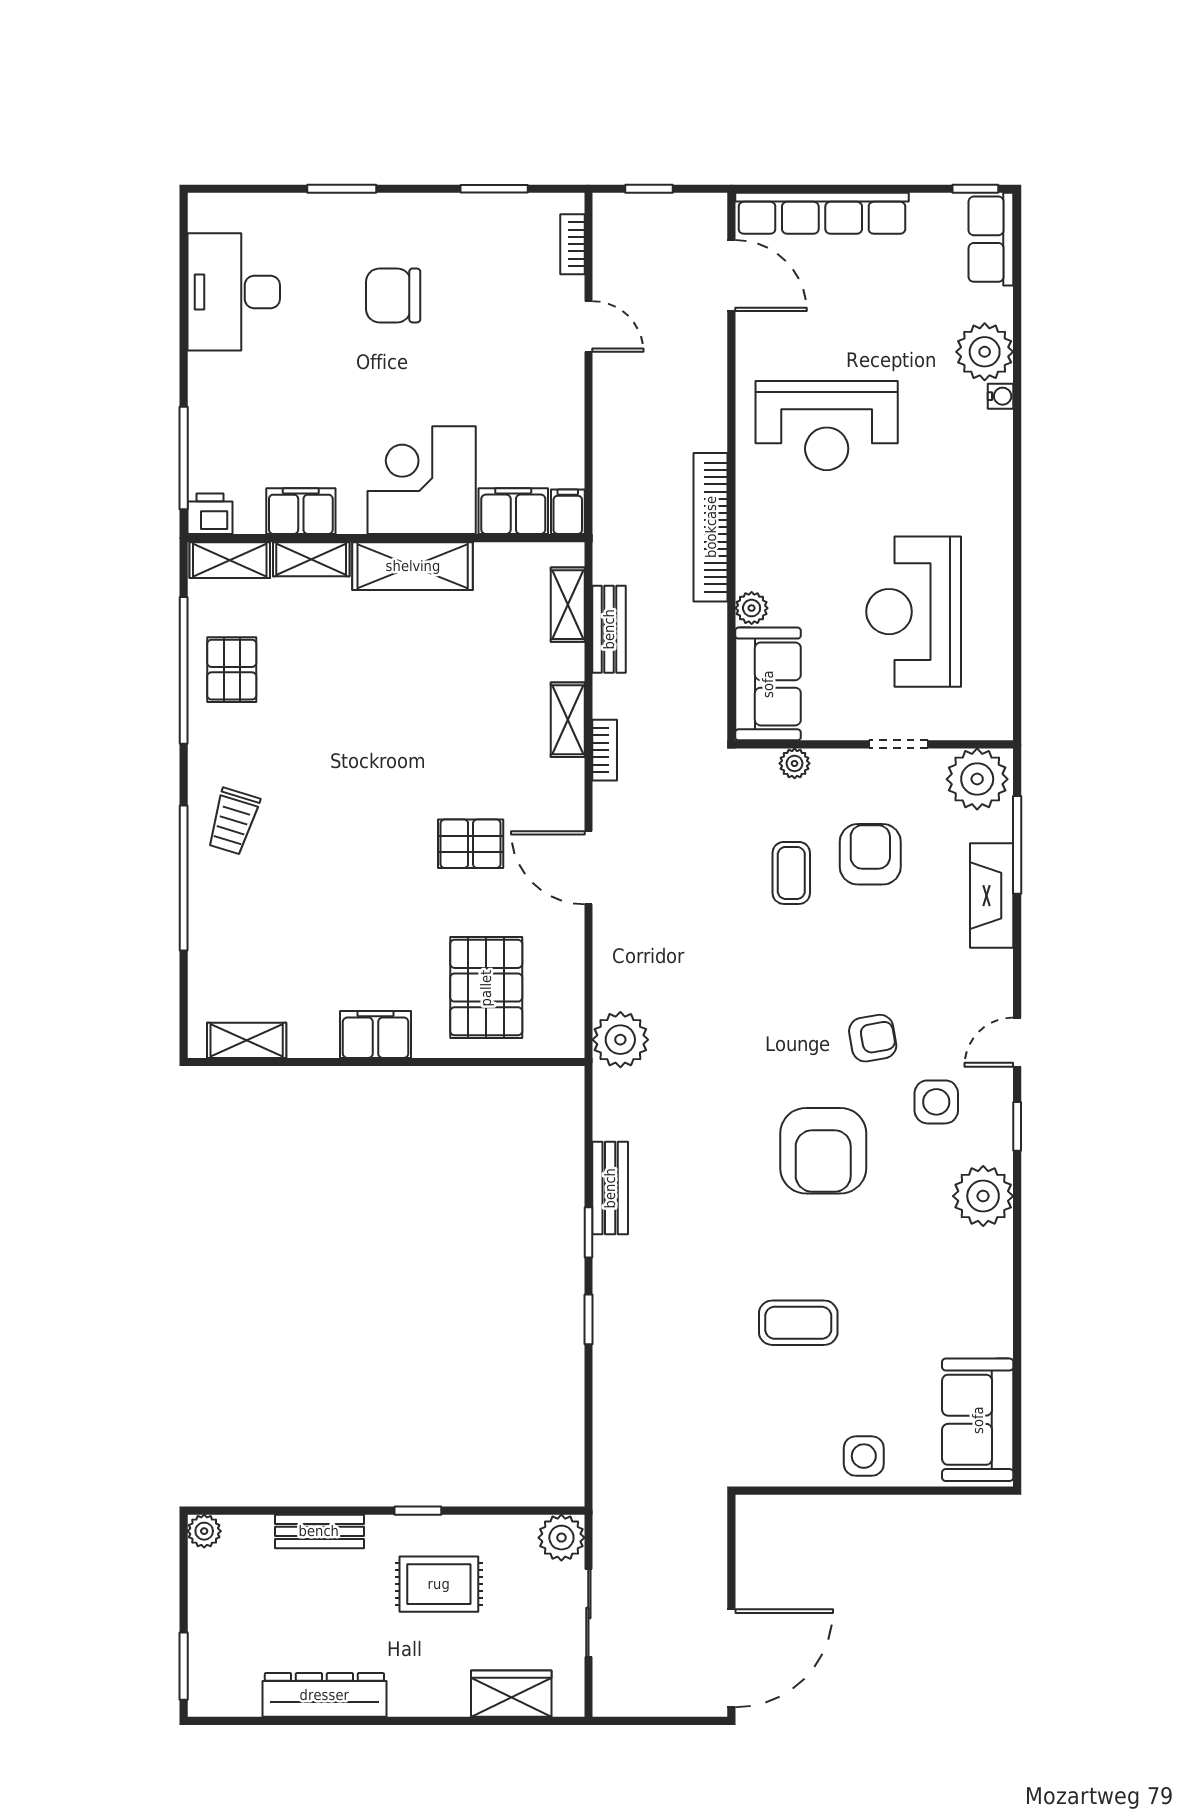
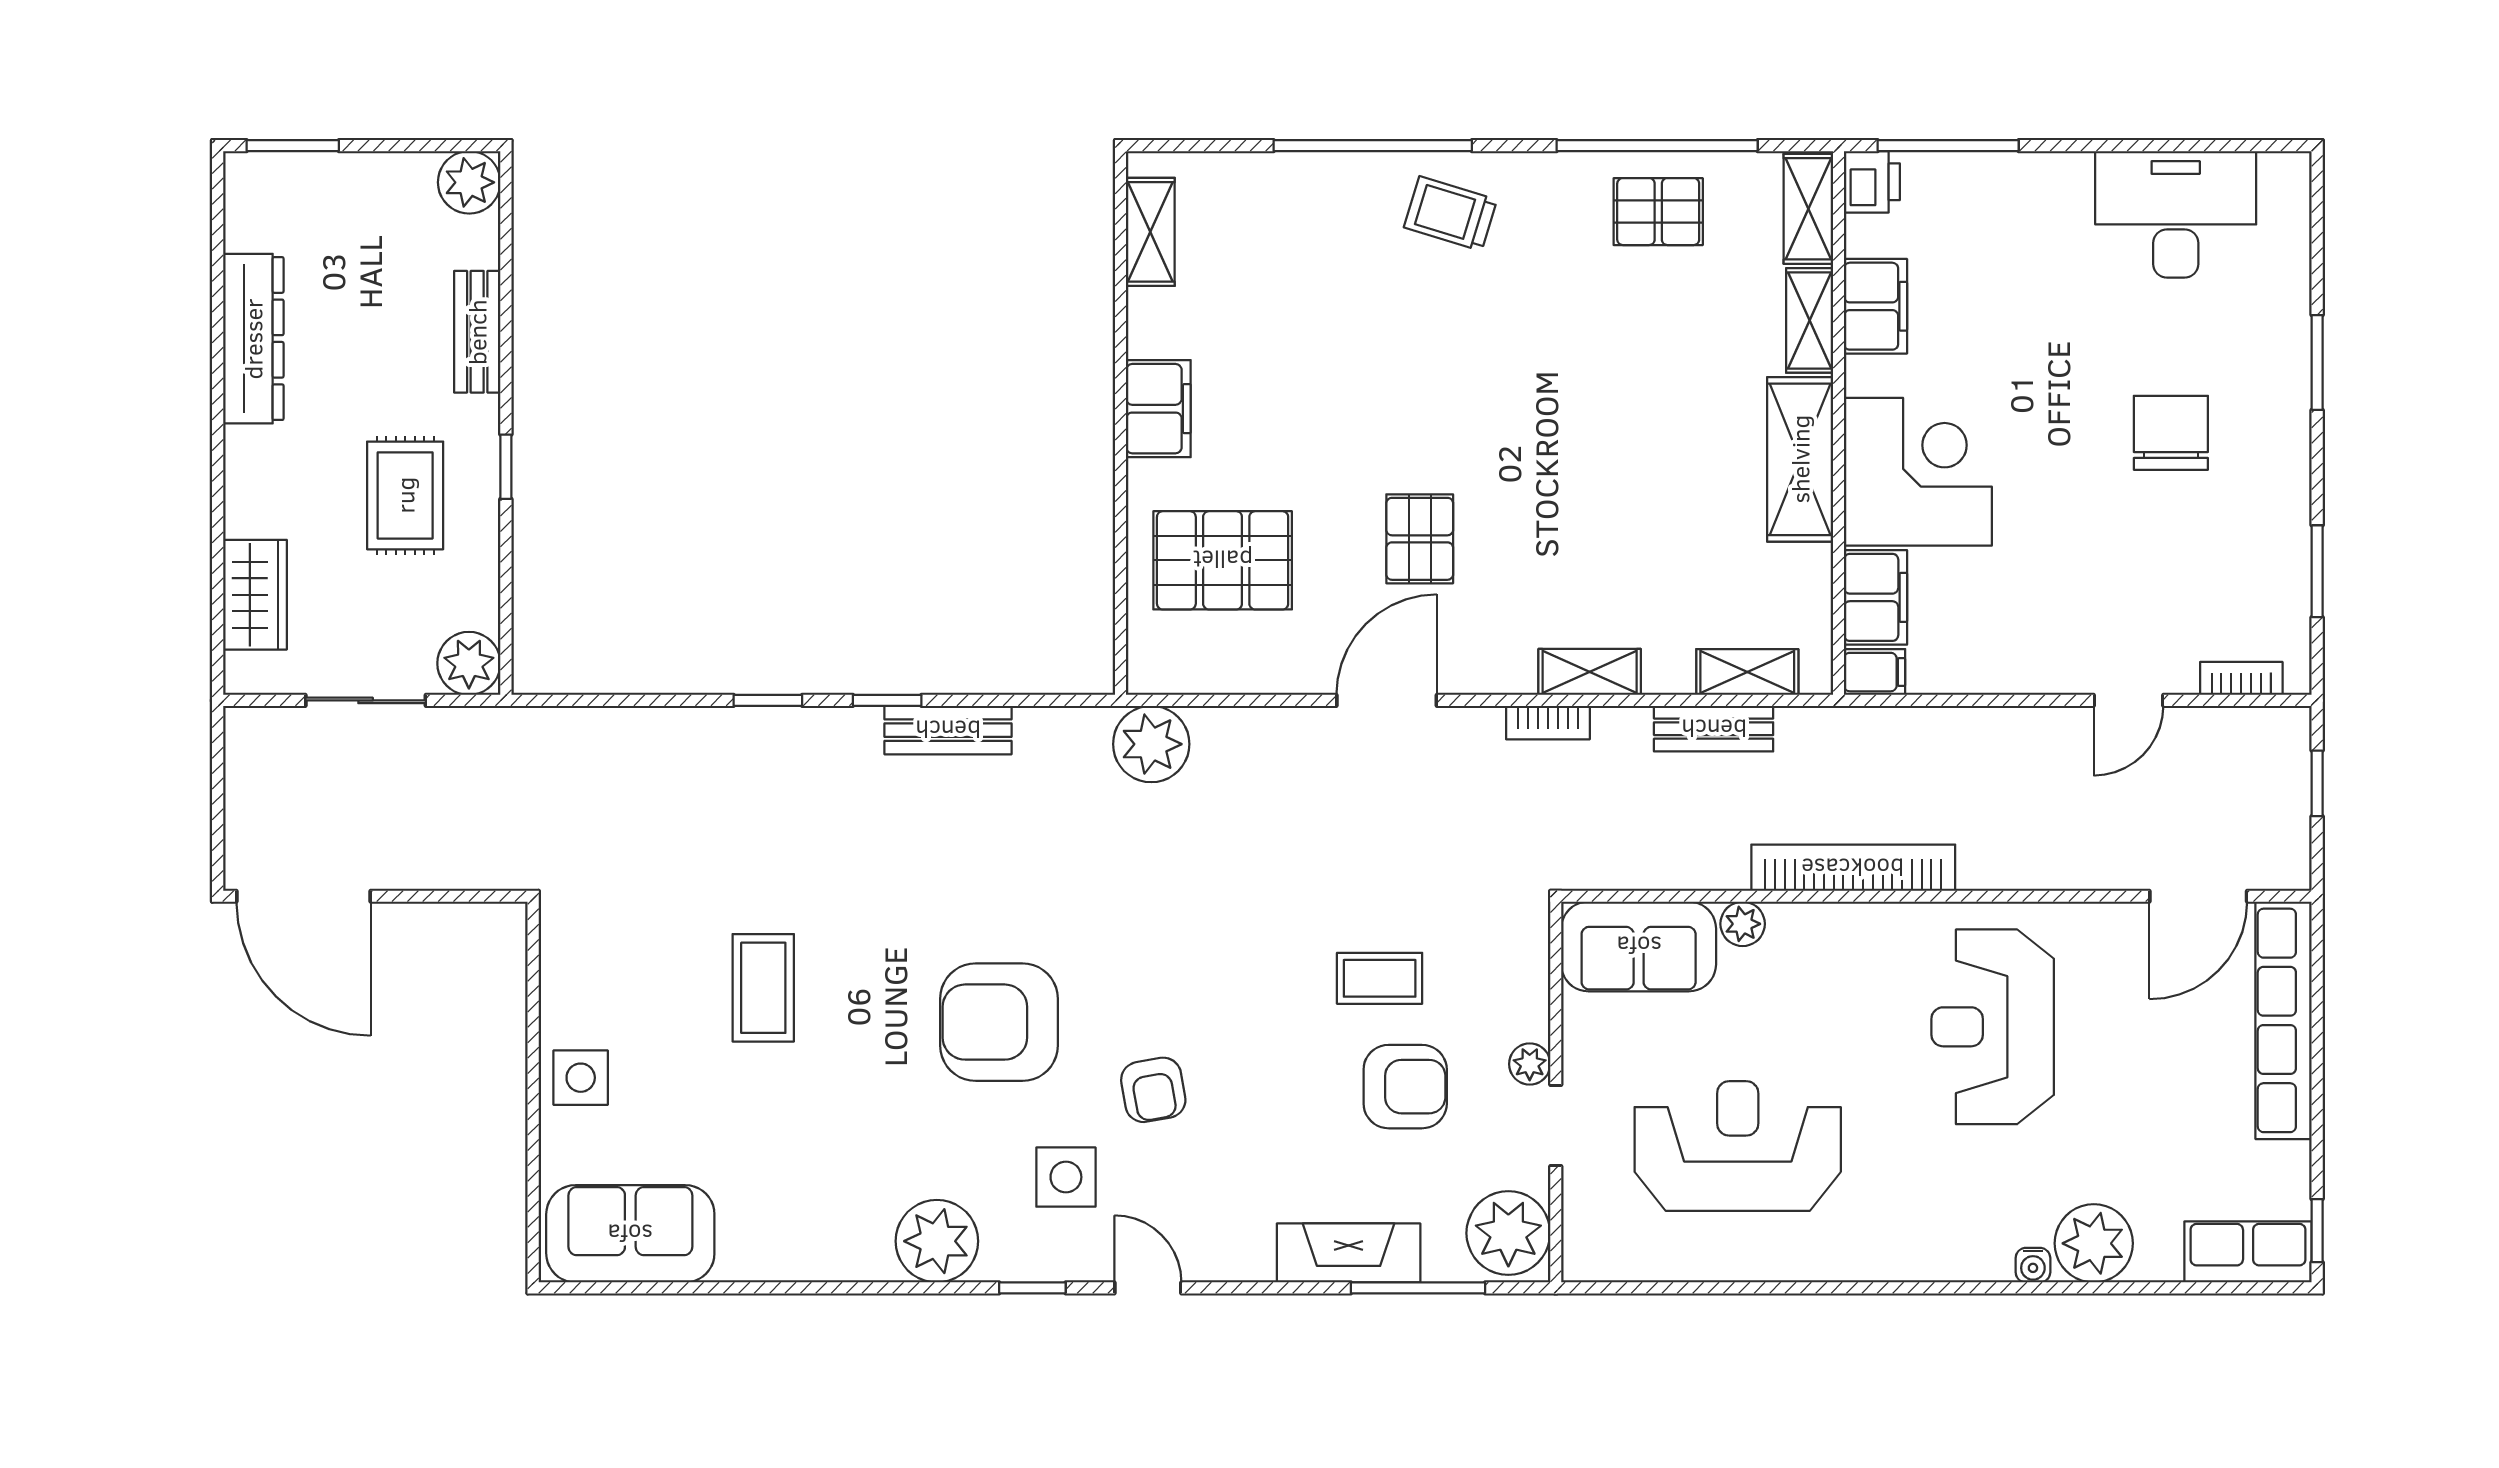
plant: (795, 763) -> (1530, 1064), moved
plant: (204, 1531) -> (469, 182), width x1.38, depth x1.38

